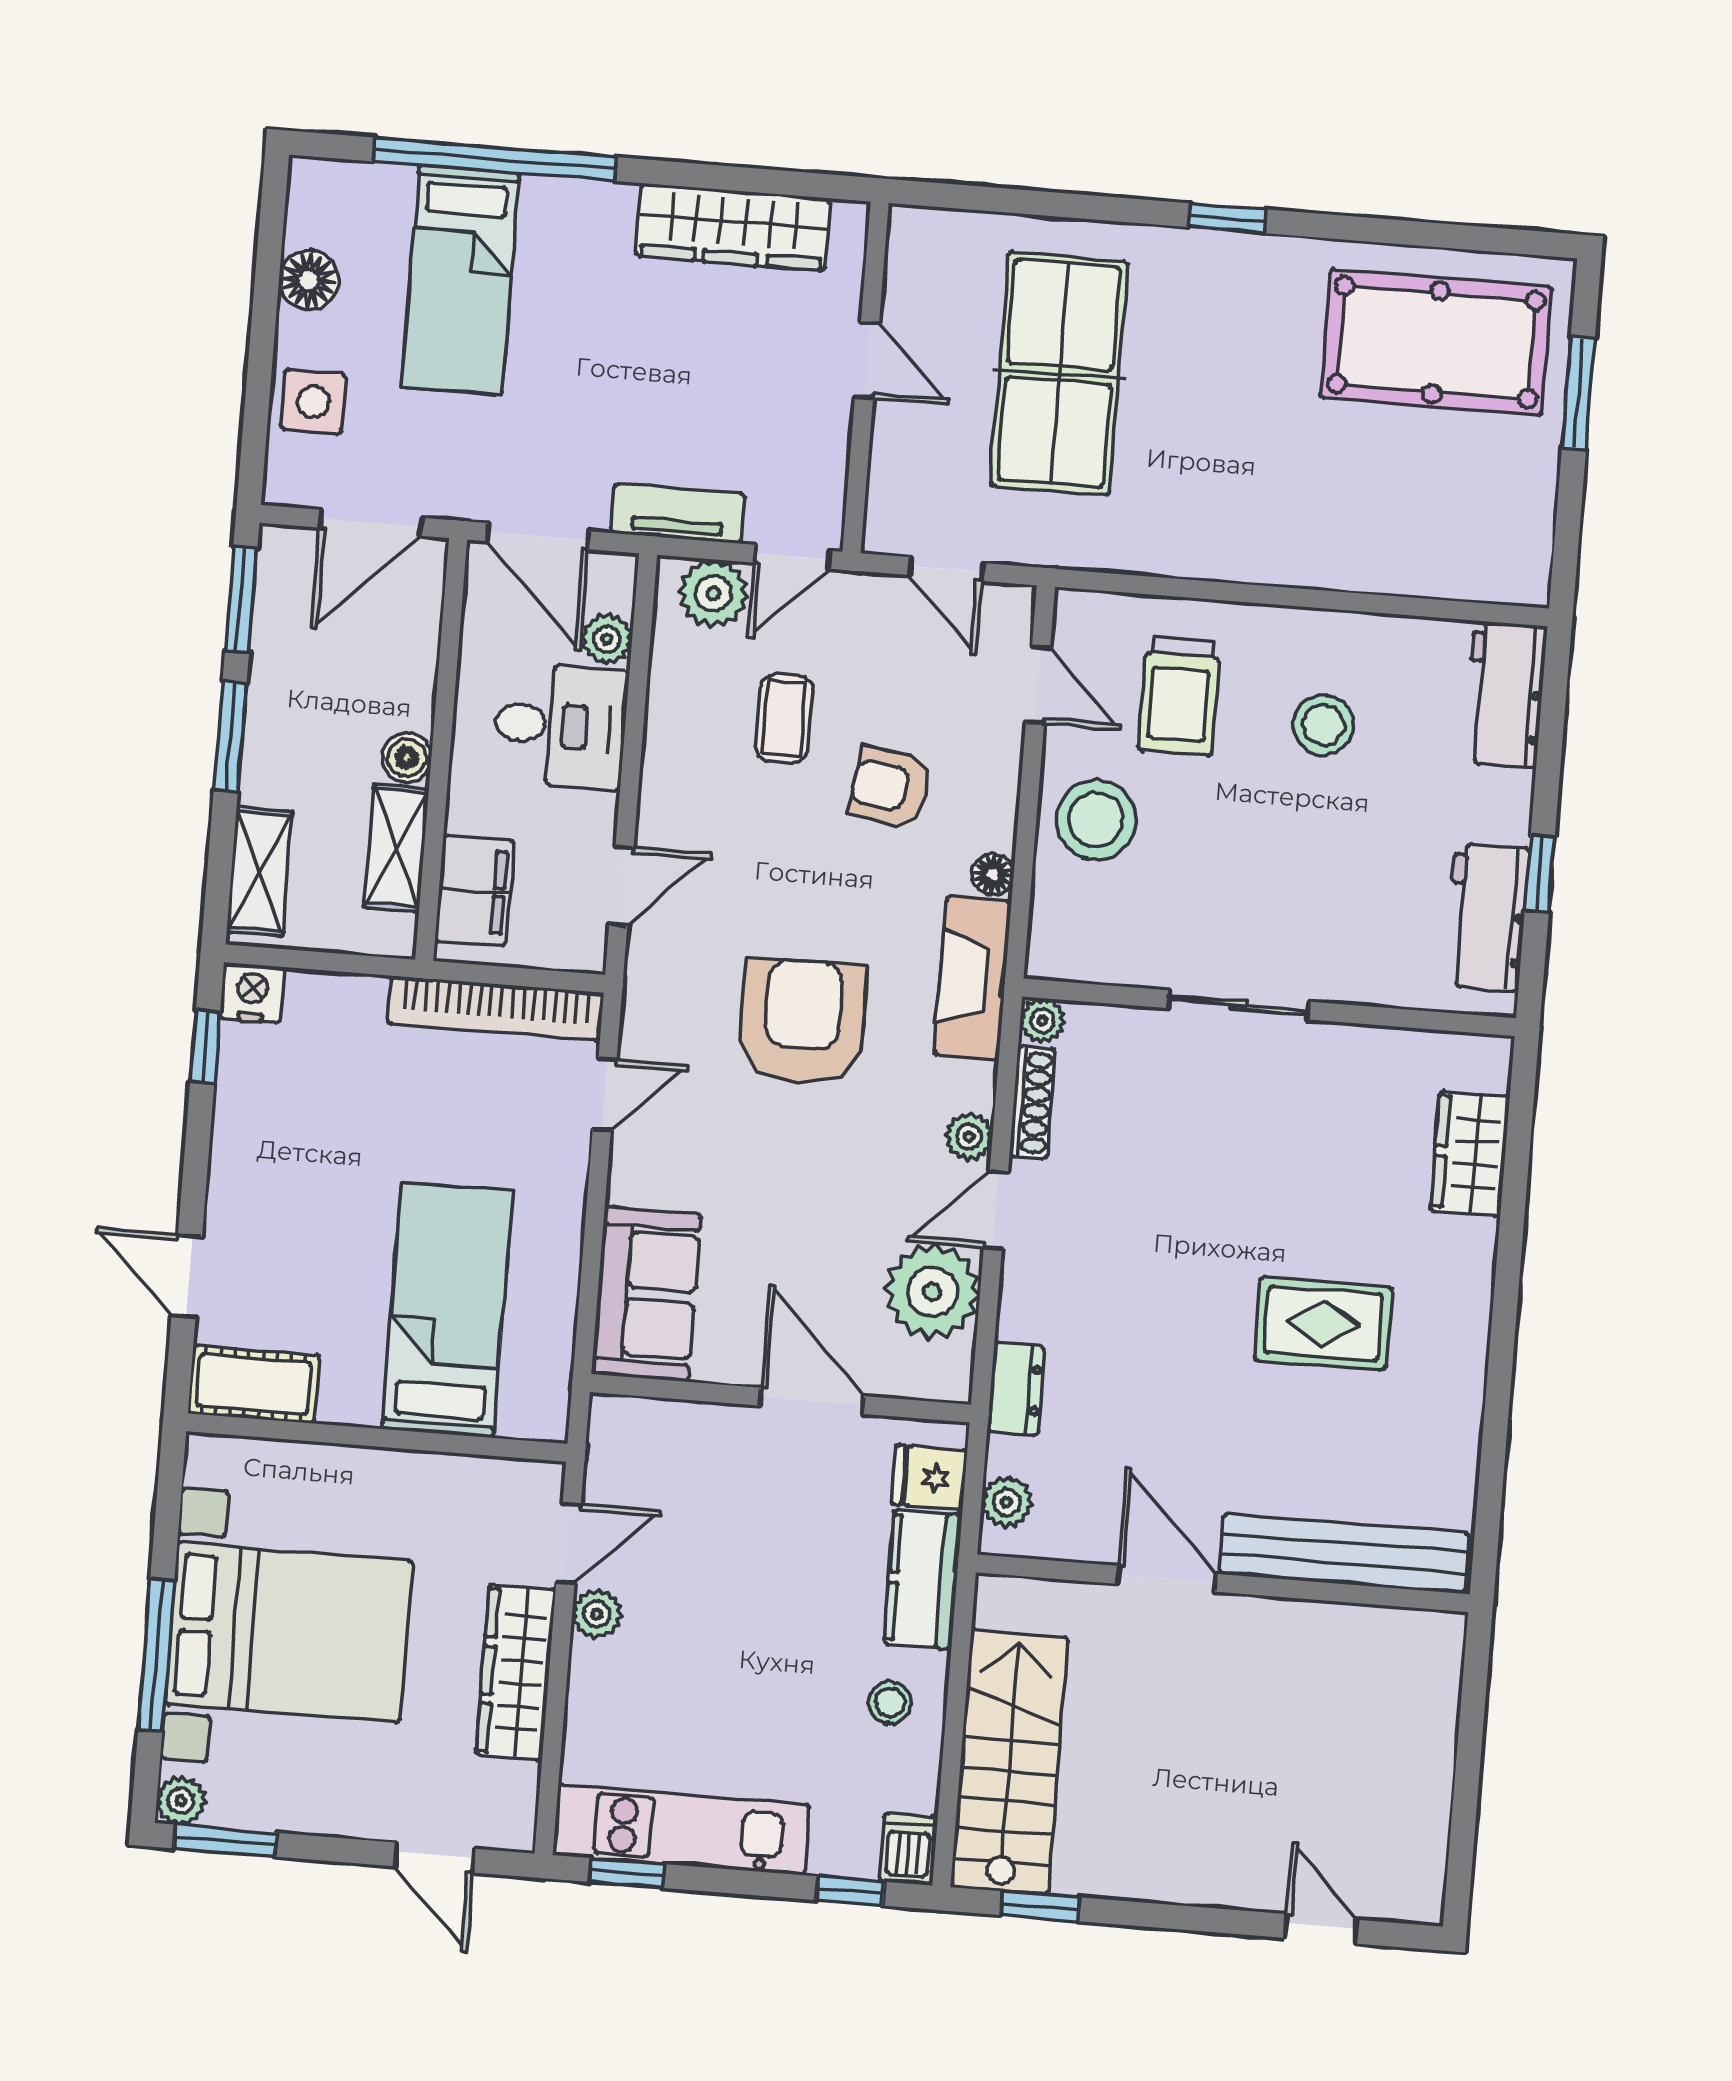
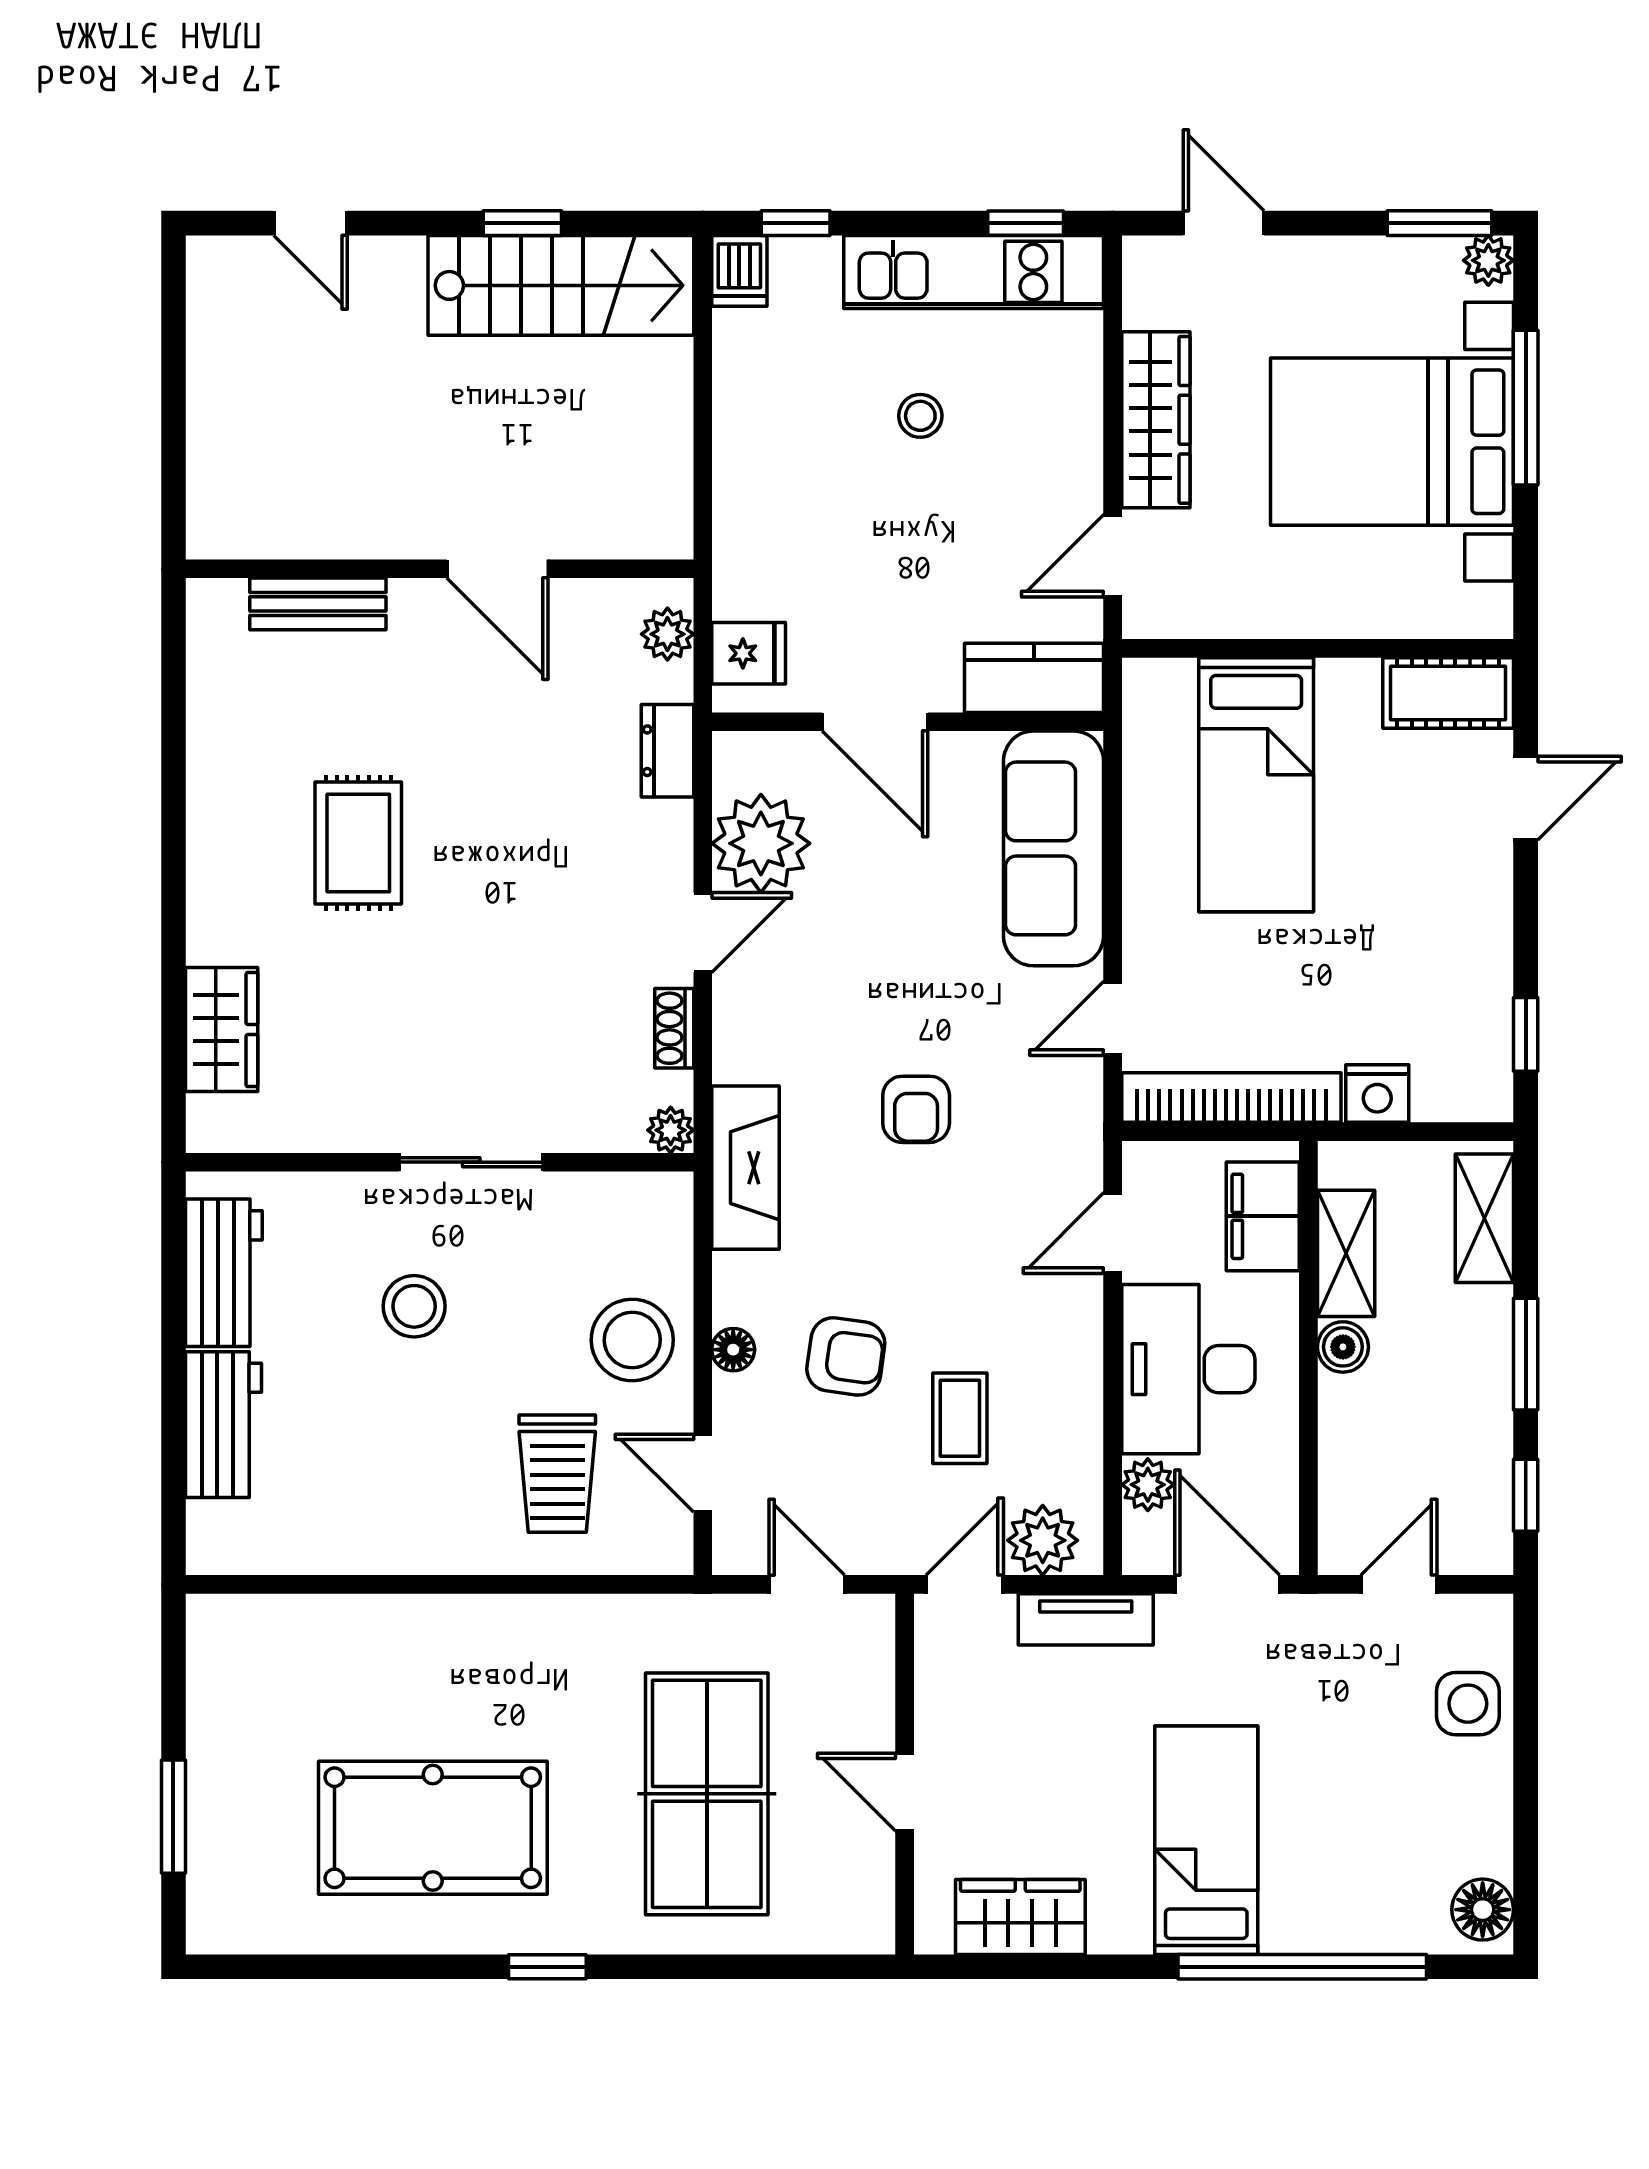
wardrobe: (733, 227) -> (1020, 1917), width x0.67
floor lamp: (309, 280) -> (1483, 1910), moved
bed: (460, 280) -> (1206, 1840), moved
pool table: (1436, 342) -> (433, 1828), moved
door: (371, 523) -> (1399, 1584), width x0.73
window: (241, 599) -> (1526, 1495), width x0.67
workbench: (1505, 694) -> (223, 1425), moved
trolley: (1179, 696) -> (557, 1474), turned 180
stool: (1323, 725) -> (414, 1306), moved
desk: (560, 726) -> (1188, 1369), width x1.37
floor lamp: (993, 874) -> (733, 1350), moved
window: (1540, 874) -> (173, 1322), removed
nightstand: (252, 993) -> (1377, 1094), moved
armchair: (802, 1022) -> (916, 1109), width x0.53, depth x0.53
shoe rack: (1032, 1103) -> (674, 1028), width x0.70
plant: (969, 1137) -> (736, 1005), removed
door: (187, 1276) -> (1526, 798), hinge flipped
sofa: (646, 1294) -> (1053, 848), width x1.36
rug: (1323, 1324) -> (358, 843), turned 90
bench: (1344, 1553) -> (318, 604), width x0.54, depth x0.82
kitchen counter: (923, 1579) -> (1034, 678), moved, turned -90
plant: (597, 1614) -> (1078, 486), removed
stool: (890, 1703) -> (920, 416), moved
stairs: (1009, 1762) -> (561, 285), moved, turned -90
window: (1040, 1906) -> (522, 223), moved

